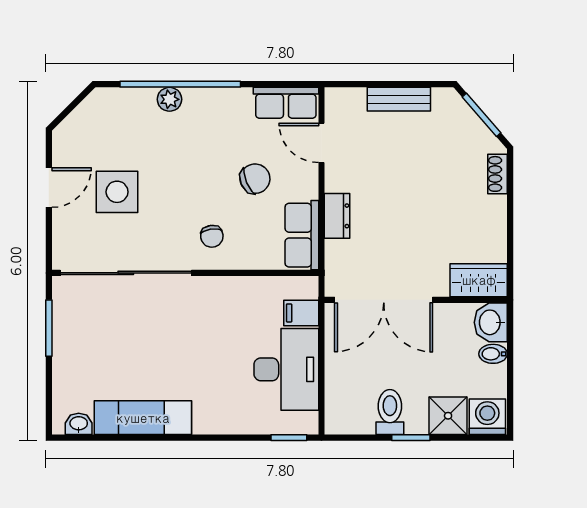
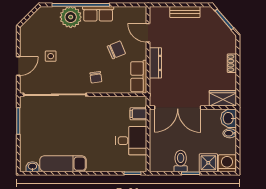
plant: (169, 99) -> (71, 17), width x1.87, depth x1.87
row of seats: (286, 103) -> (98, 14), moved
shoe rack: (498, 174) -> (232, 63), moved
door: (49, 188) -> (18, 66), moved
side table: (117, 192) -> (51, 56), width x0.54, depth x0.54
dresser: (337, 216) -> (155, 63), width x1.44
desk: (286, 369) -> (131, 141), width x0.73

